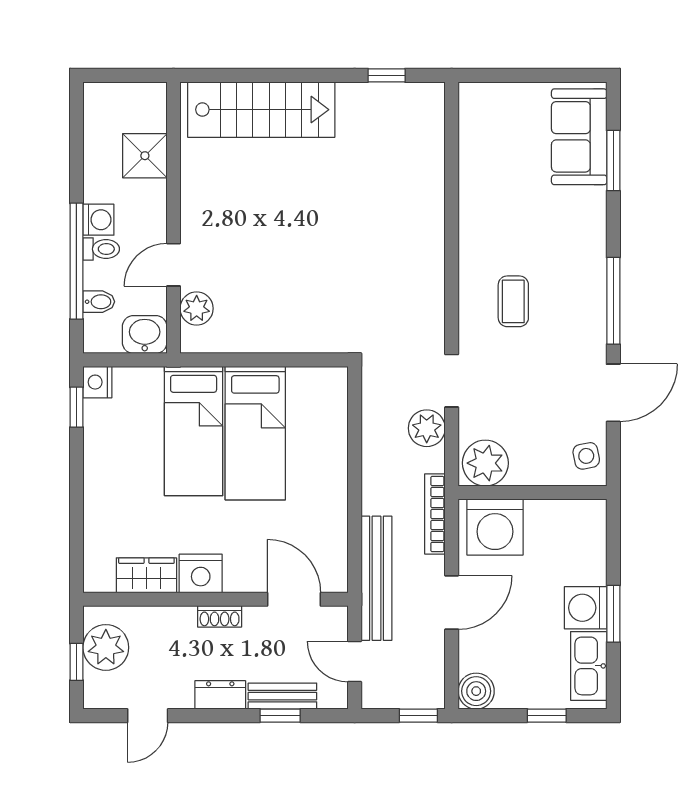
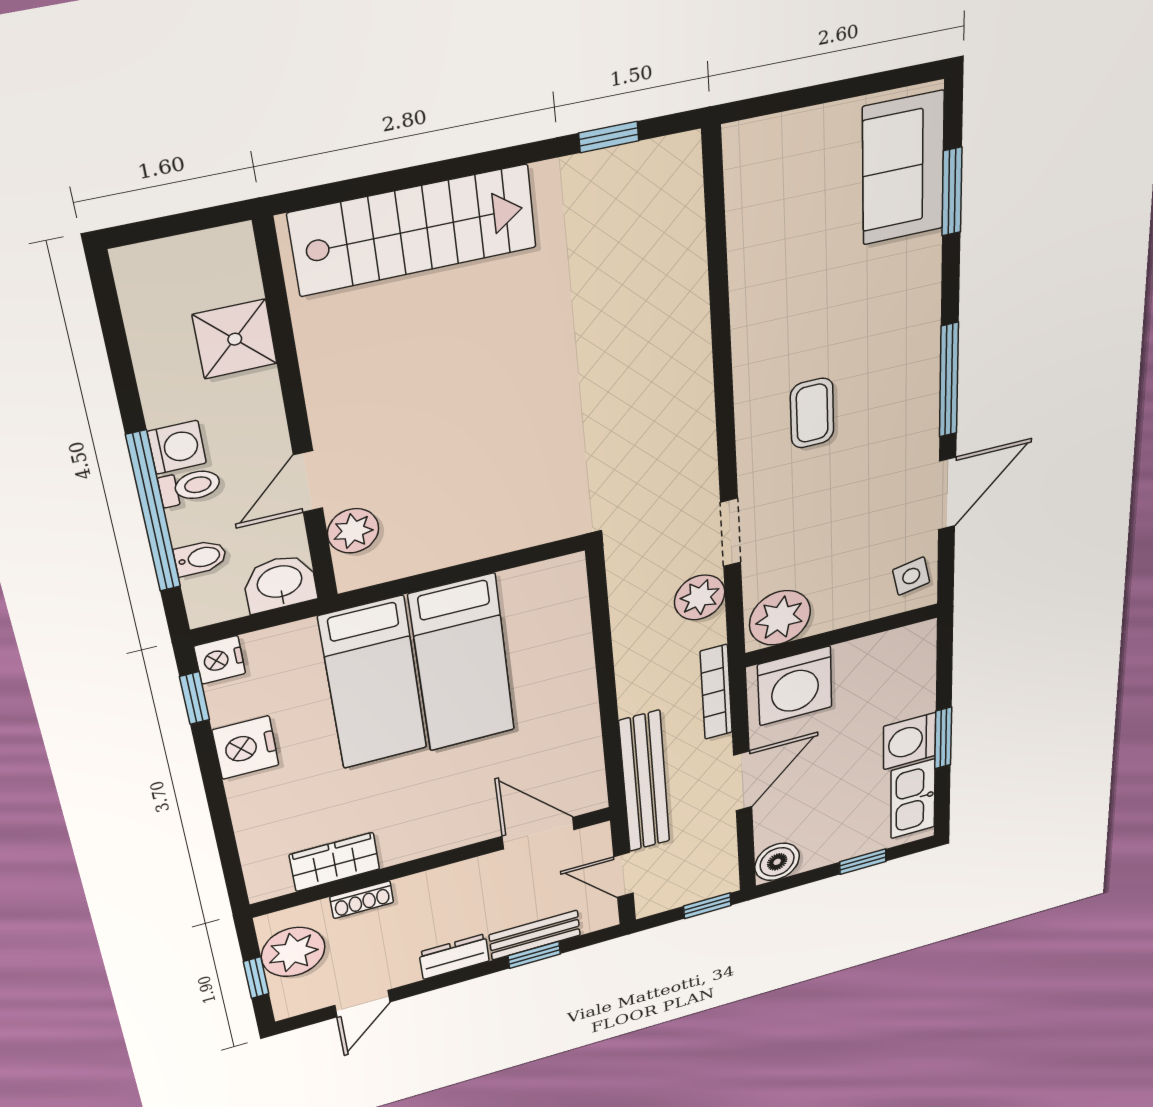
nightstand: (201, 573) -> (246, 748), moved, turned 90
shoe rack: (220, 616) -> (362, 900), moved

